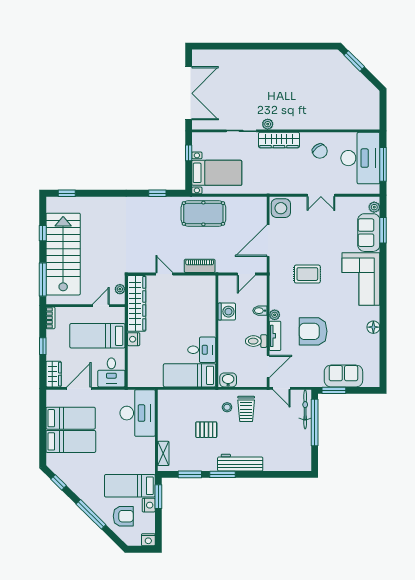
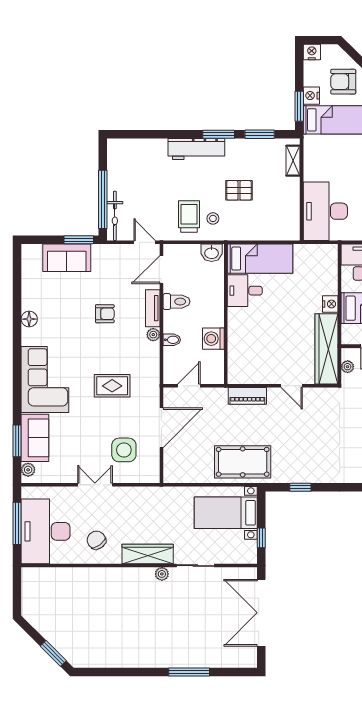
window: (246, 46) -> (189, 672), added
side table: (281, 208) -> (124, 450), moved
armchair: (313, 331) -> (105, 314), width x0.53, depth x0.53

